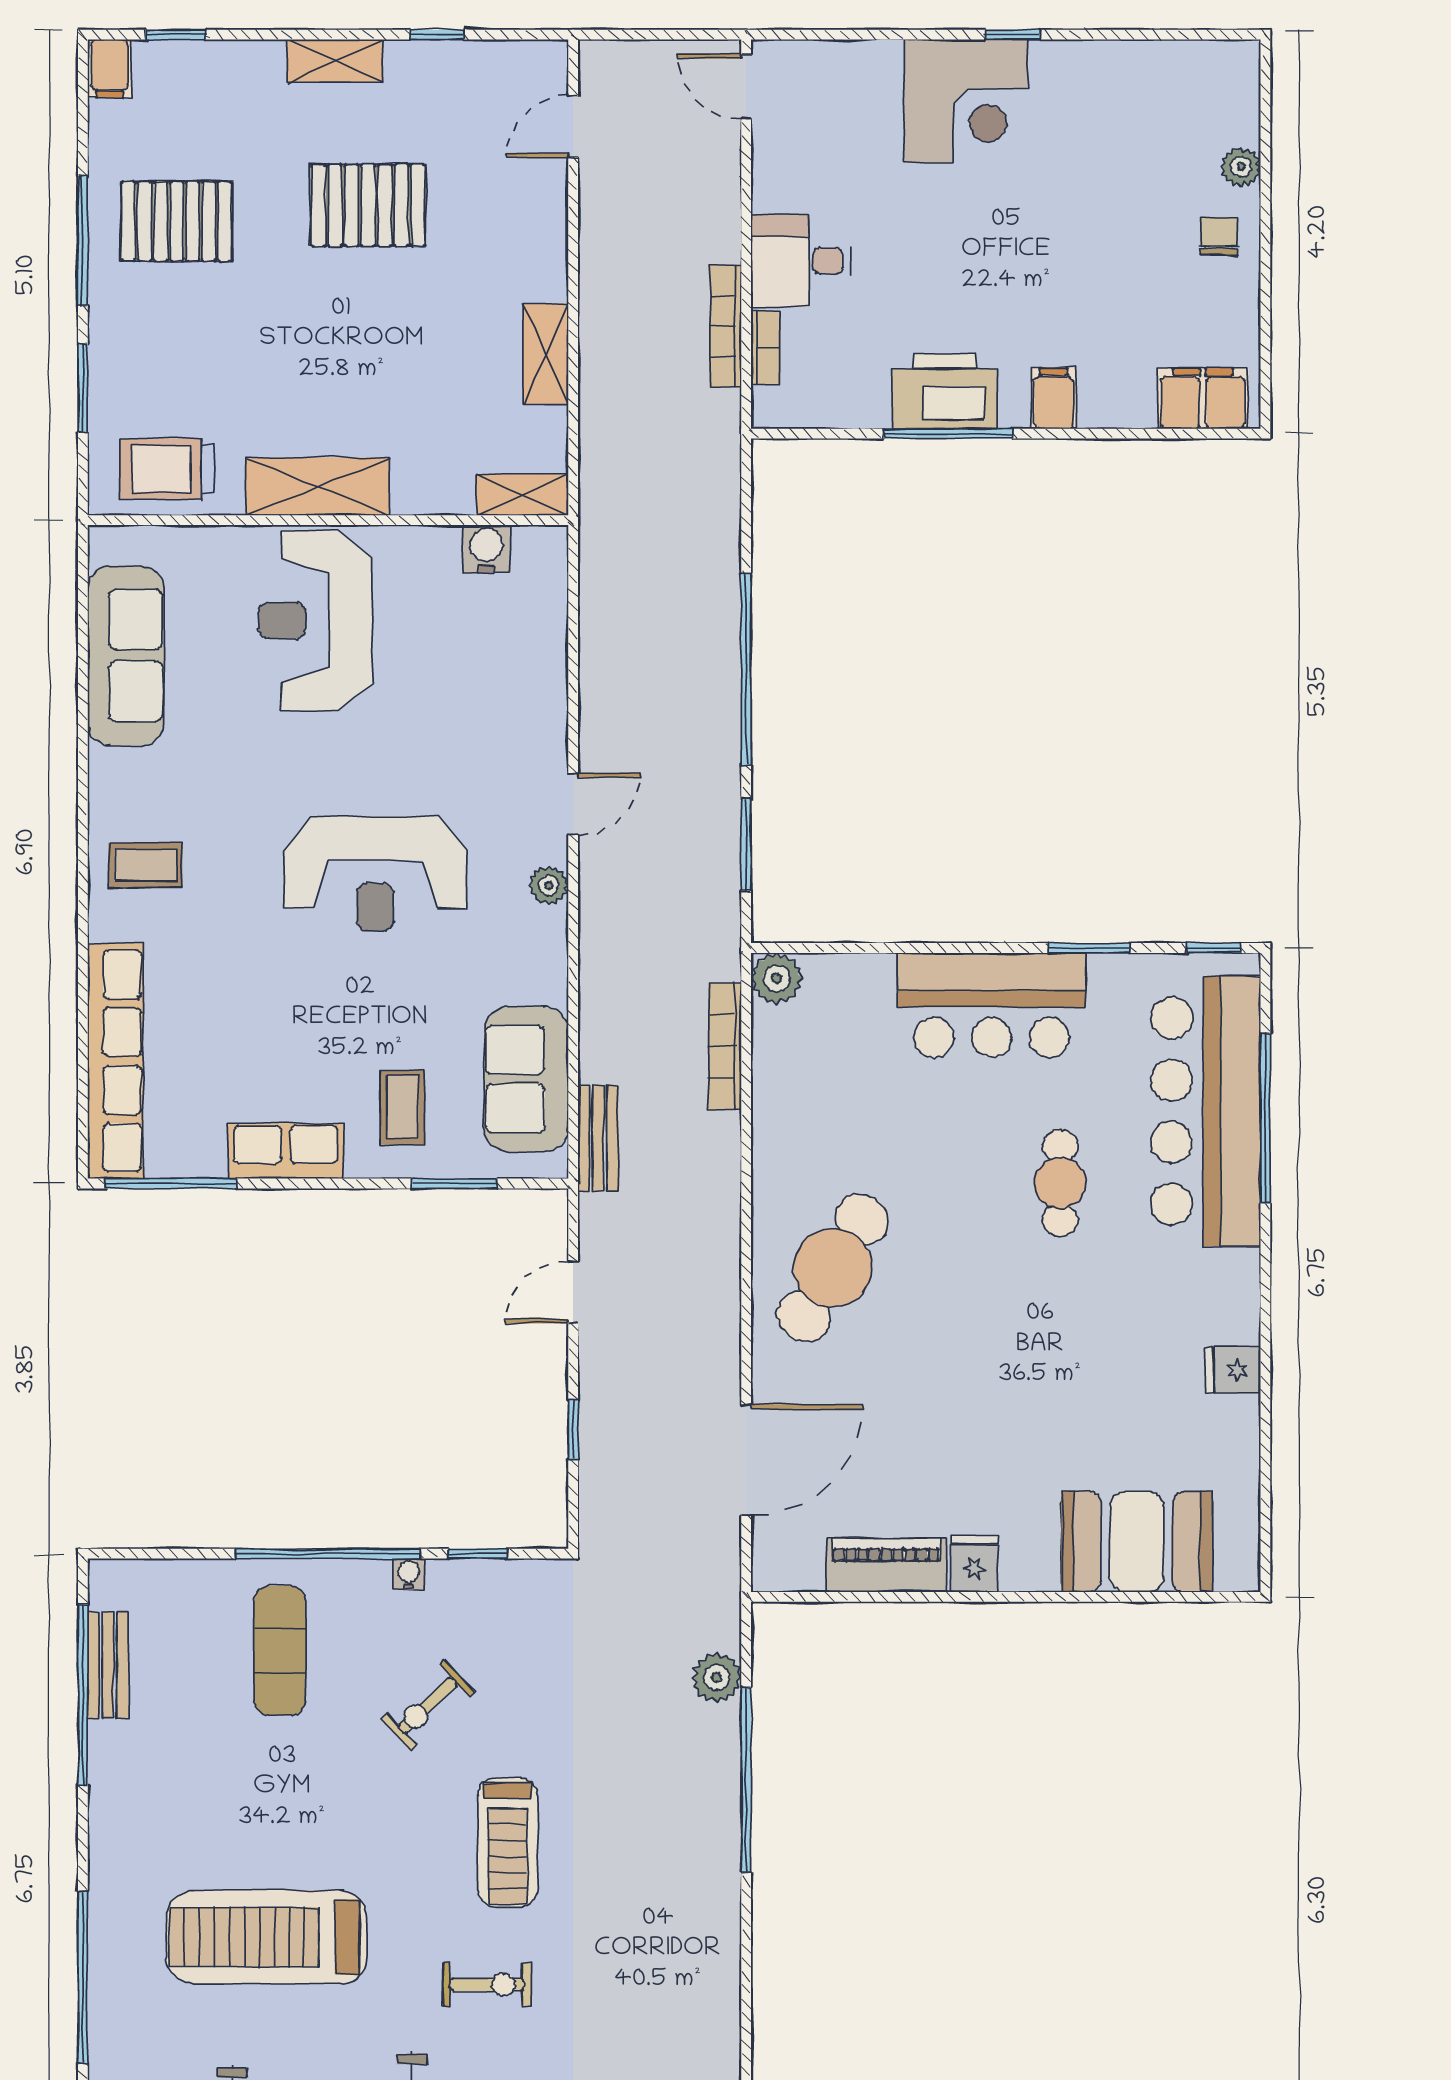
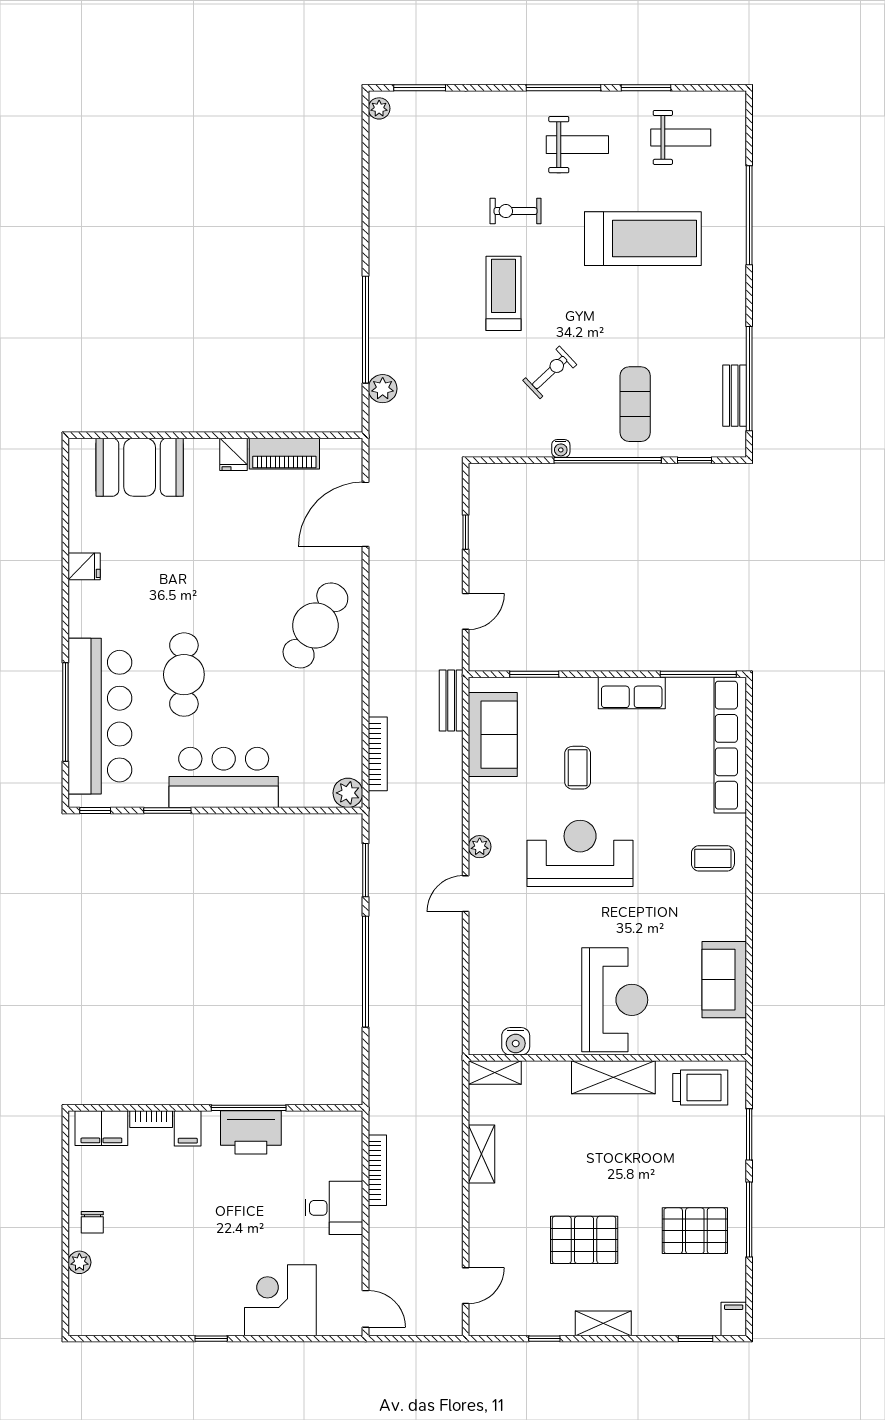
corner desk: (966, 101) -> (280, 1300), moved
bookcase: (766, 347) -> (151, 1119), moved, turned -90
sofa: (126, 655) -> (724, 980), width x0.73
coffee table: (403, 1107) -> (578, 768), moved
cafe table: (1060, 1183) -> (184, 675), width x1.37, depth x1.35
window: (477, 1554) -> (694, 460), moved

